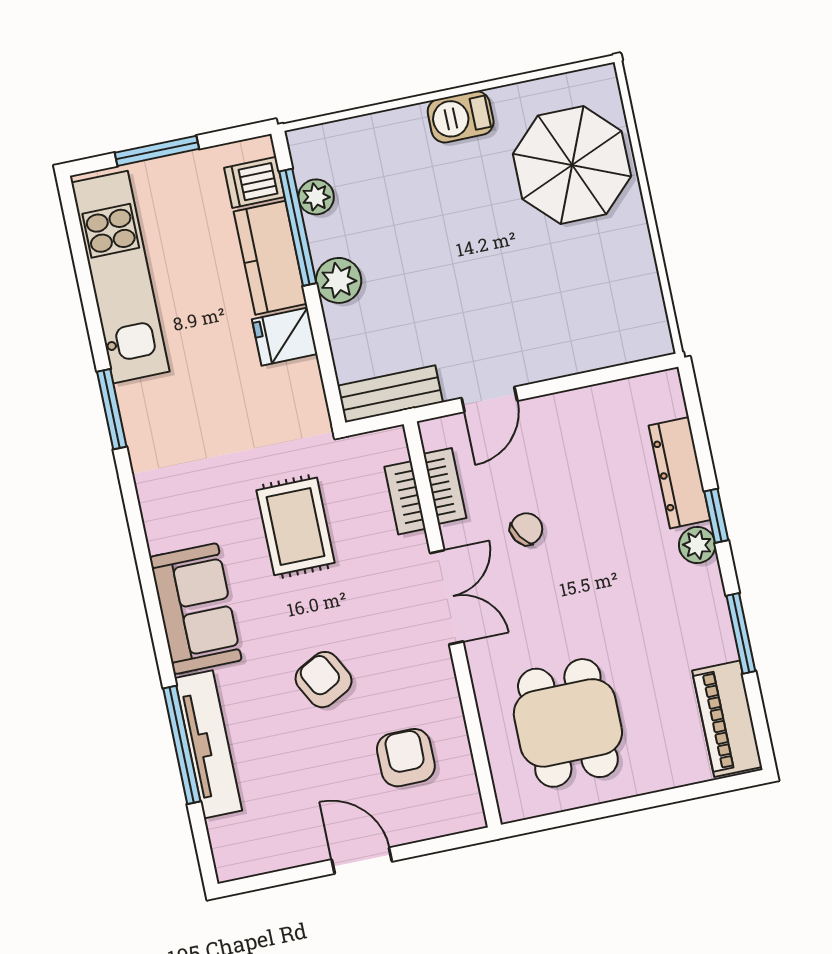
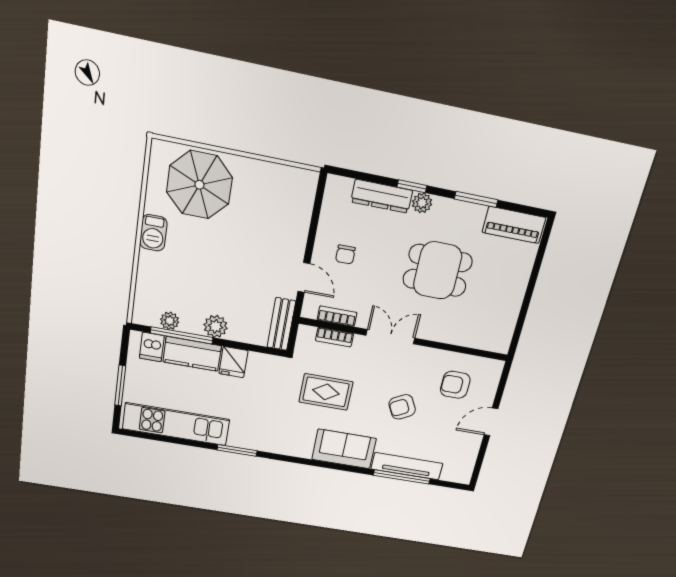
chair: (526, 529) -> (345, 254), moved, turned -147
dining table: (568, 723) -> (438, 271), moved

